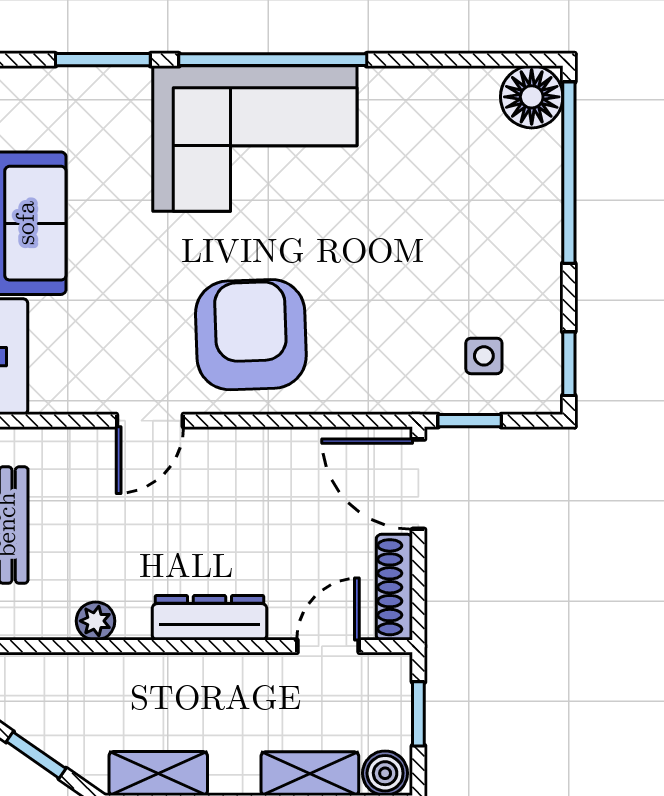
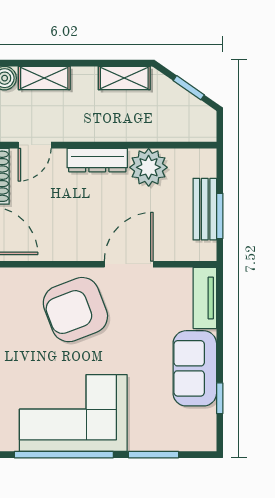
armchair: (251, 335) -> (75, 310), turned 71
door: (150, 421) -> (129, 264), width x1.38
plant: (96, 621) -> (149, 167), width x1.87, depth x1.87

